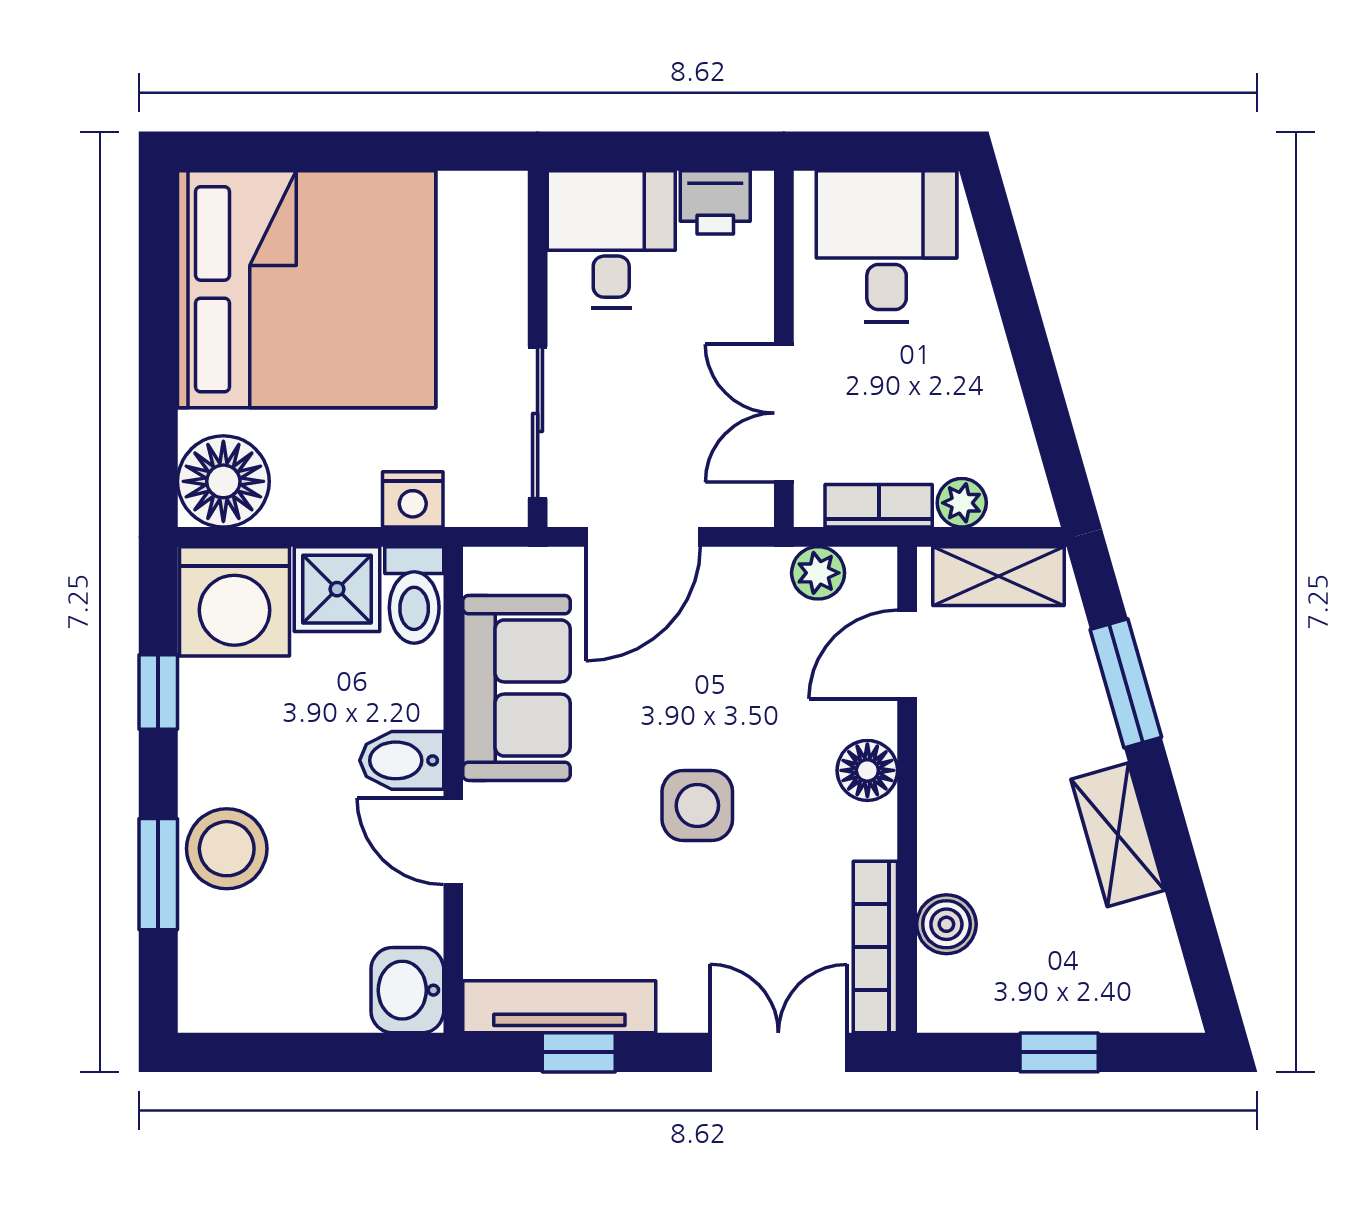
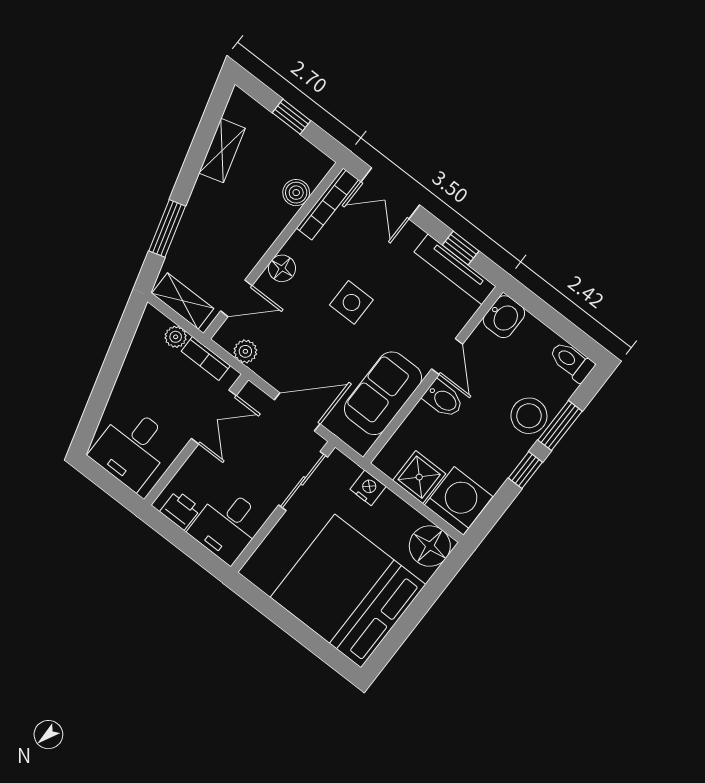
toilet: (414, 595) -> (571, 361), moved, turned -90
window: (158, 692) -> (525, 470), moved
shelving: (1118, 835) -> (222, 151), moved

